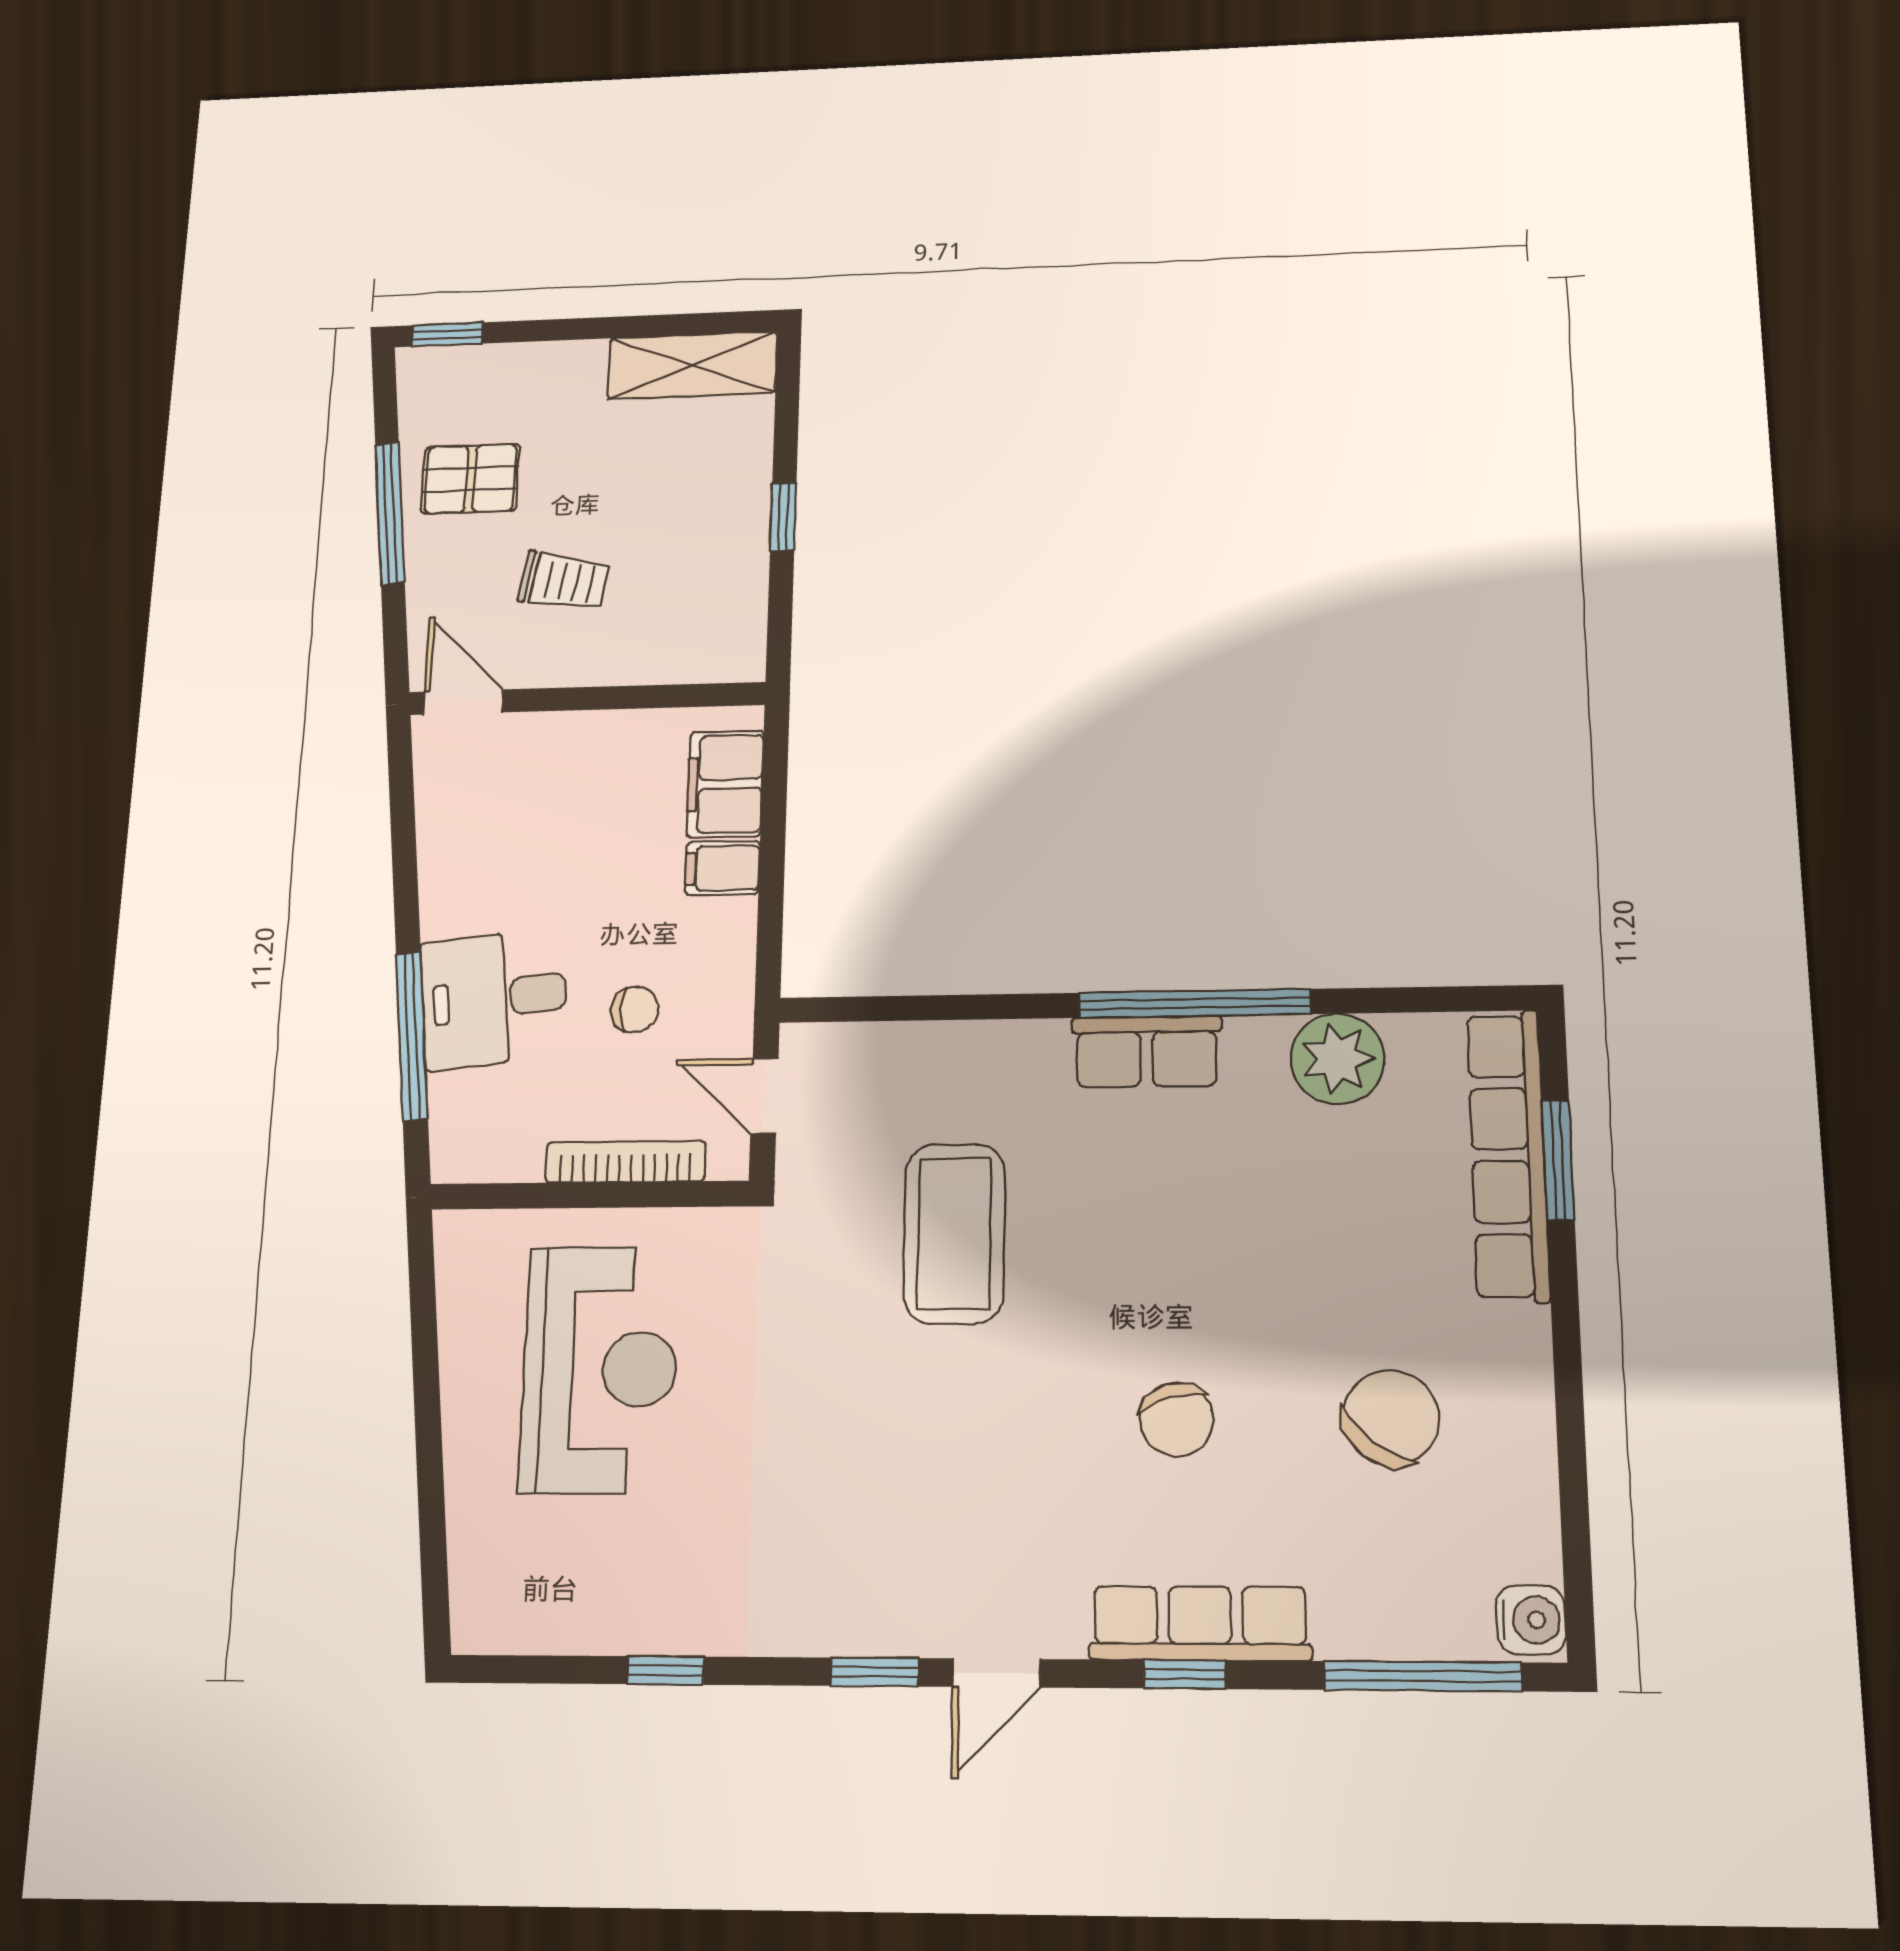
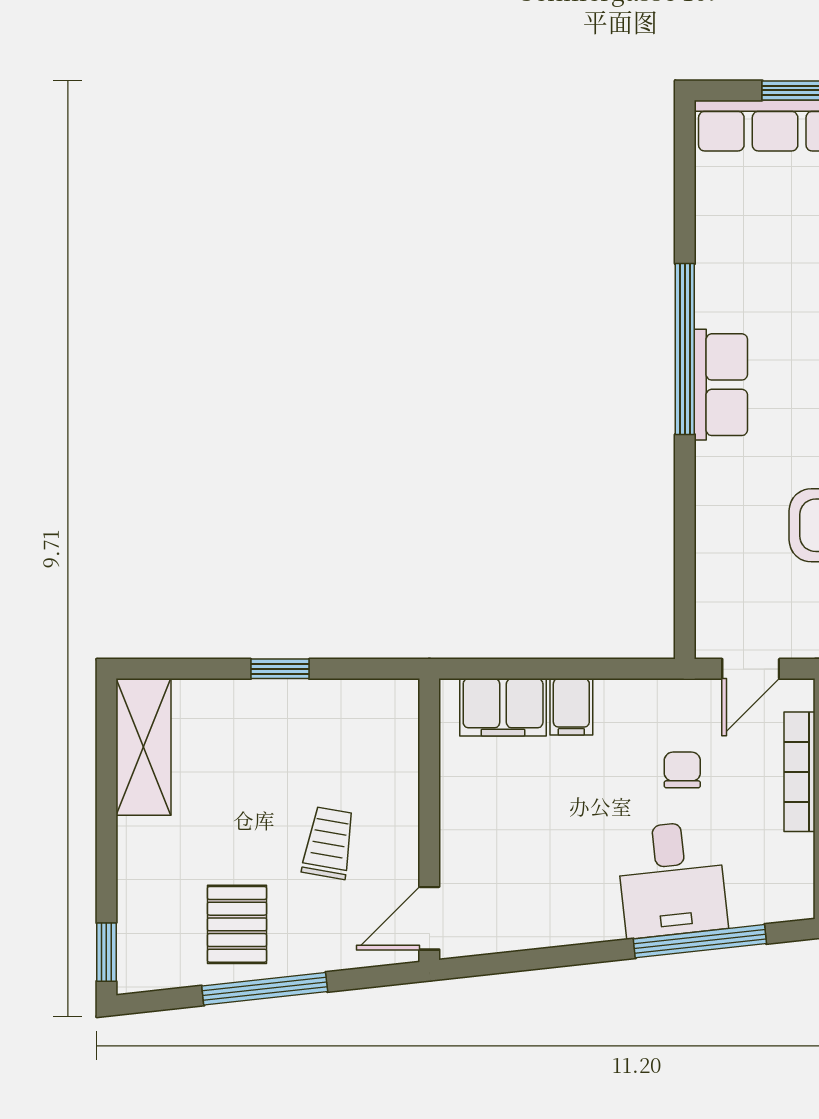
plant: (1337, 1059) -> (728, 246), removed

